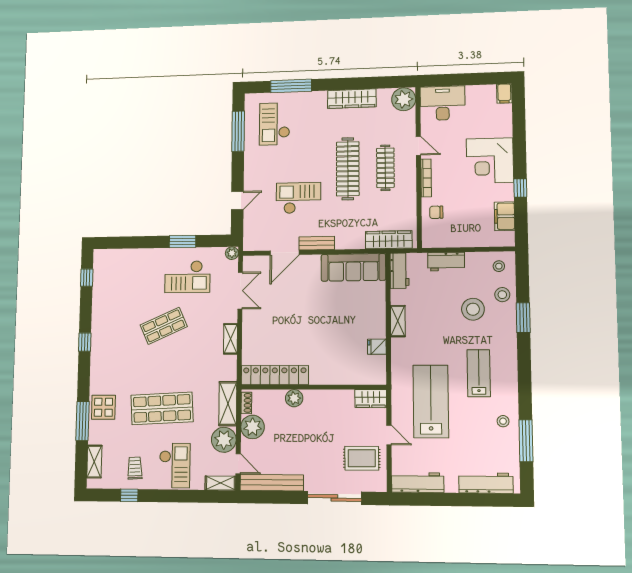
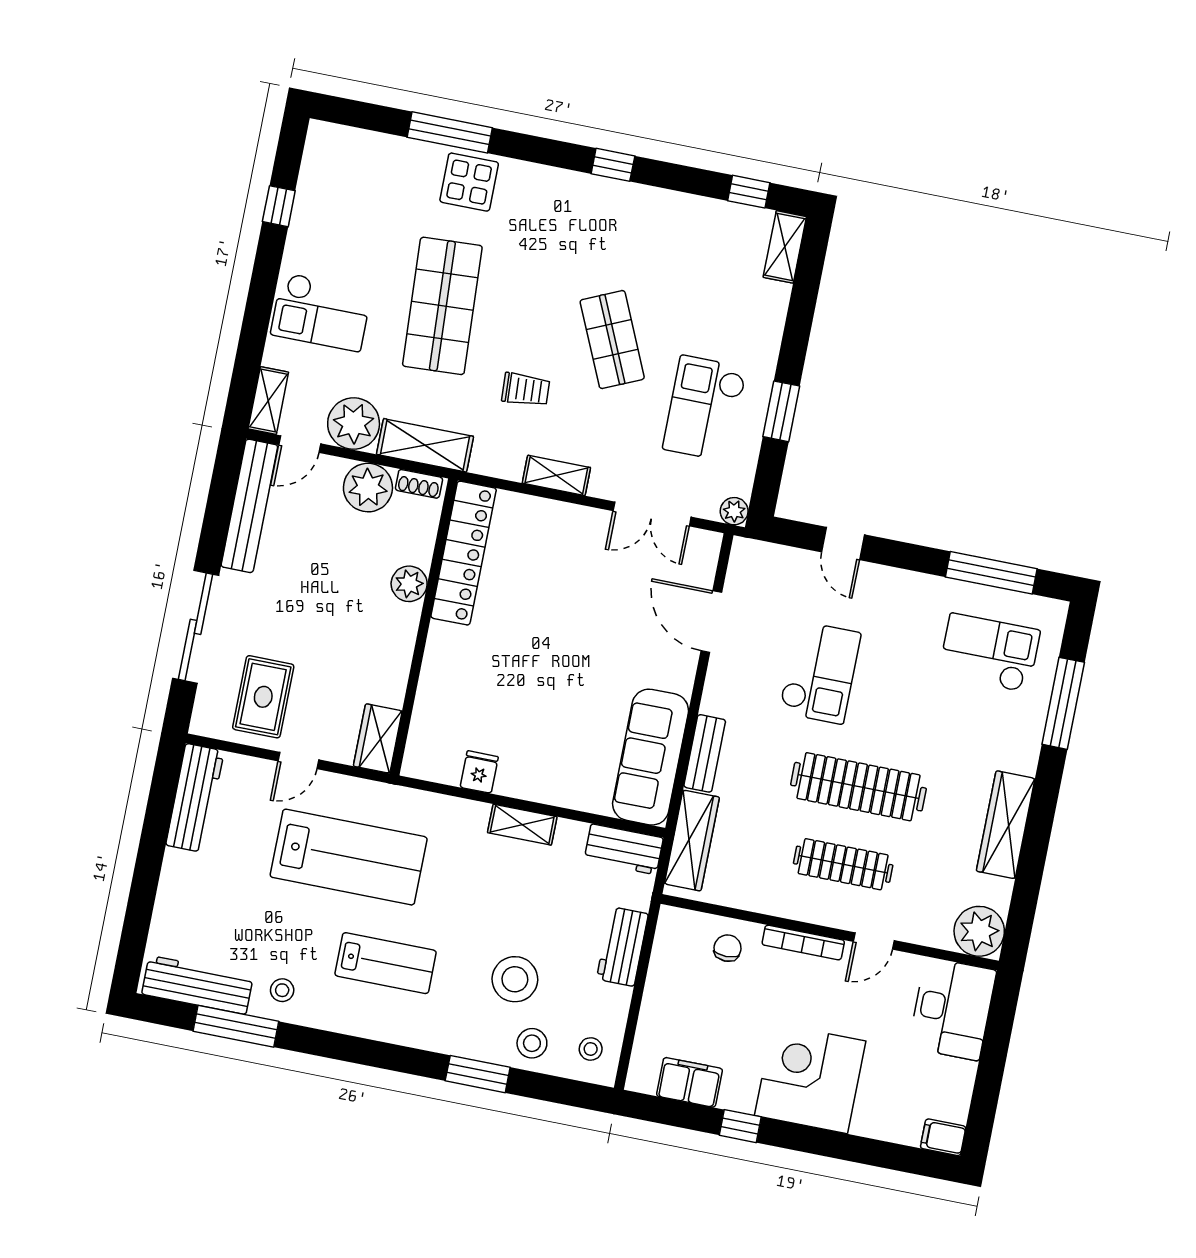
bench: (317, 243) -> (705, 753), moved
shelving: (94, 462) -> (785, 247), moved, turned 90
trolley: (135, 468) -> (526, 390), moved
workbench: (486, 483) -> (198, 985), moved, turned -90

